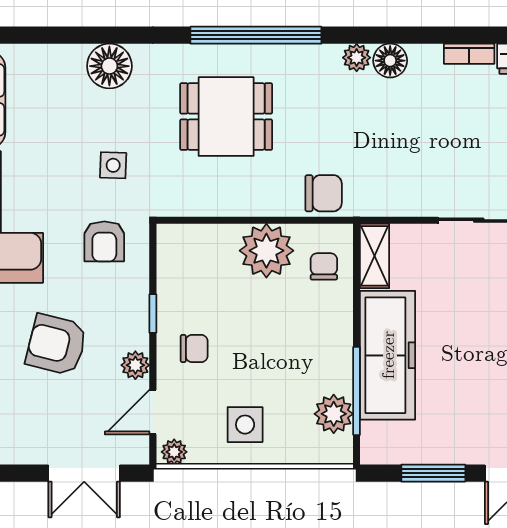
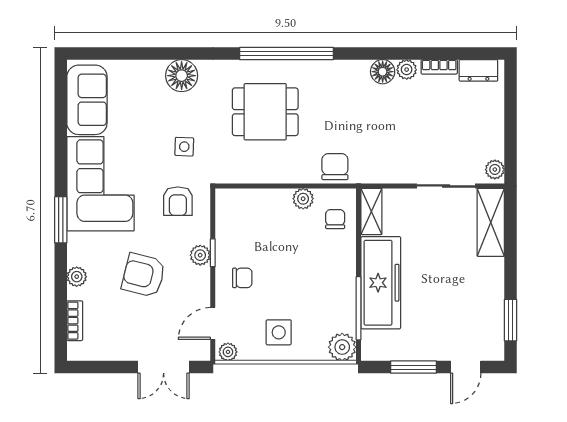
plant: (357, 58) -> (407, 70), moved
chair: (324, 193) -> (335, 167), turned -90
plant: (266, 251) -> (303, 199), width x0.53, depth x0.53
plant: (135, 365) -> (200, 255), moved
plant: (334, 414) -> (342, 347), moved

